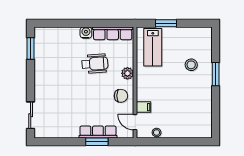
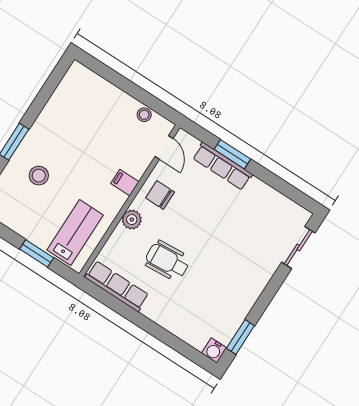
water cooler: (86, 33) -> (214, 350), moved
filing cabinet: (144, 107) -> (125, 183), moved

